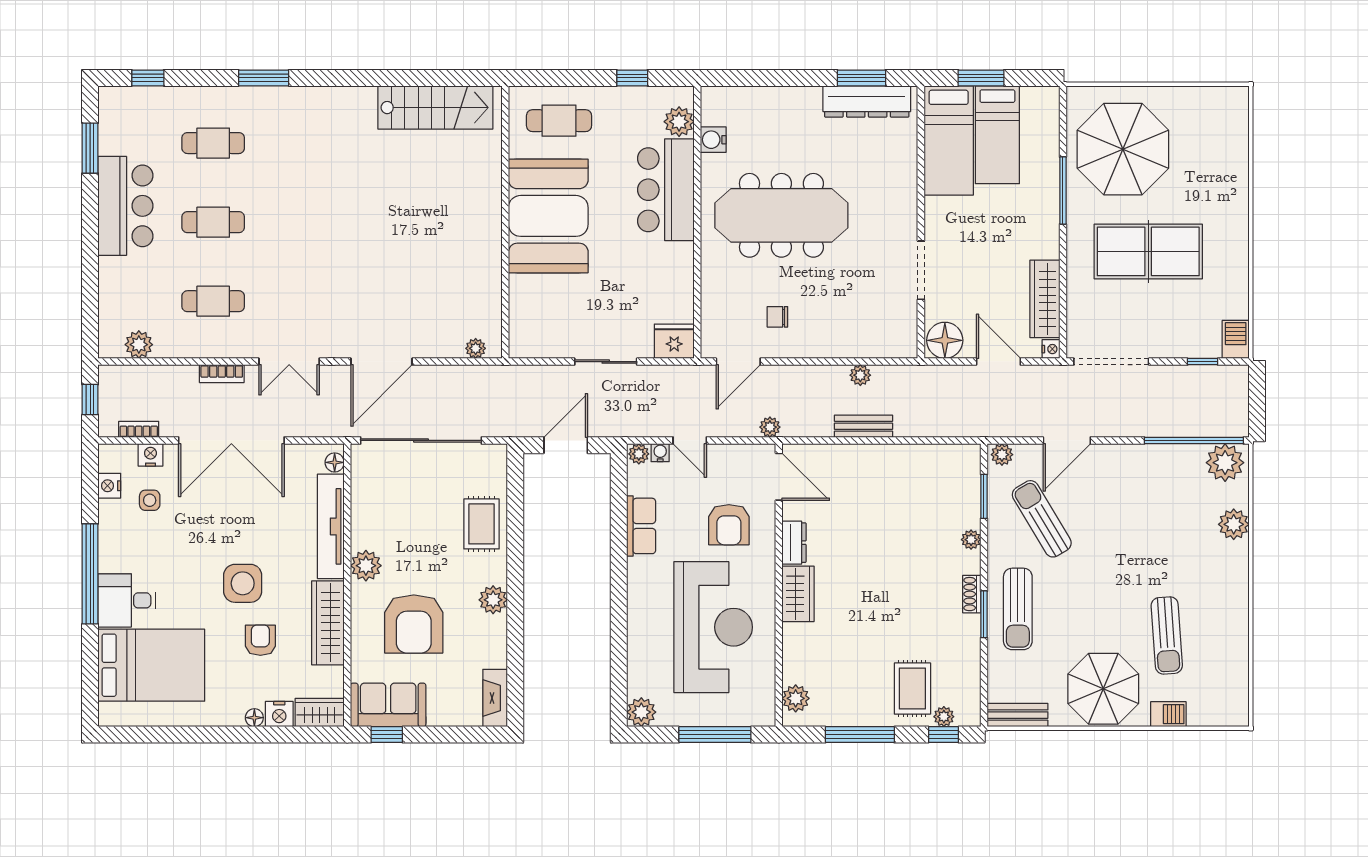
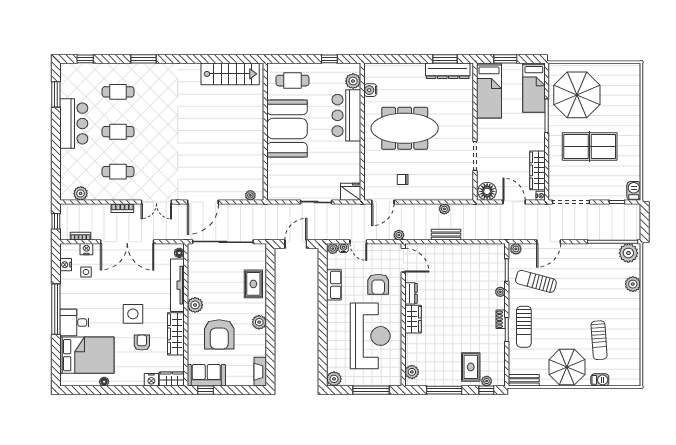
bed: (997, 135) -> (534, 88), moved
sun lounger: (1042, 519) -> (536, 281), turned -44
floor lamp: (254, 718) -> (104, 382), moved

